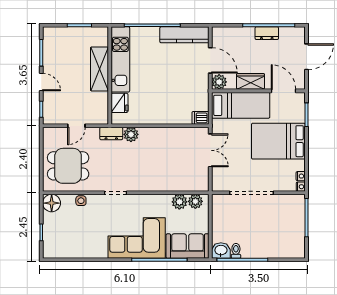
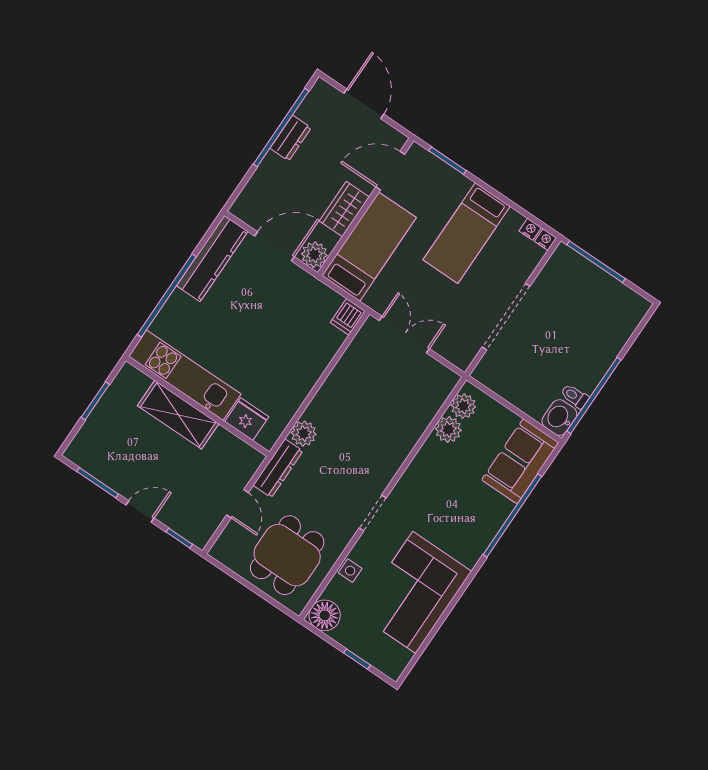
dresser: (111, 134) -> (278, 468), width x1.44
bed: (278, 141) -> (467, 233), width x0.67
corner sofa: (137, 238) -> (414, 592), moved

